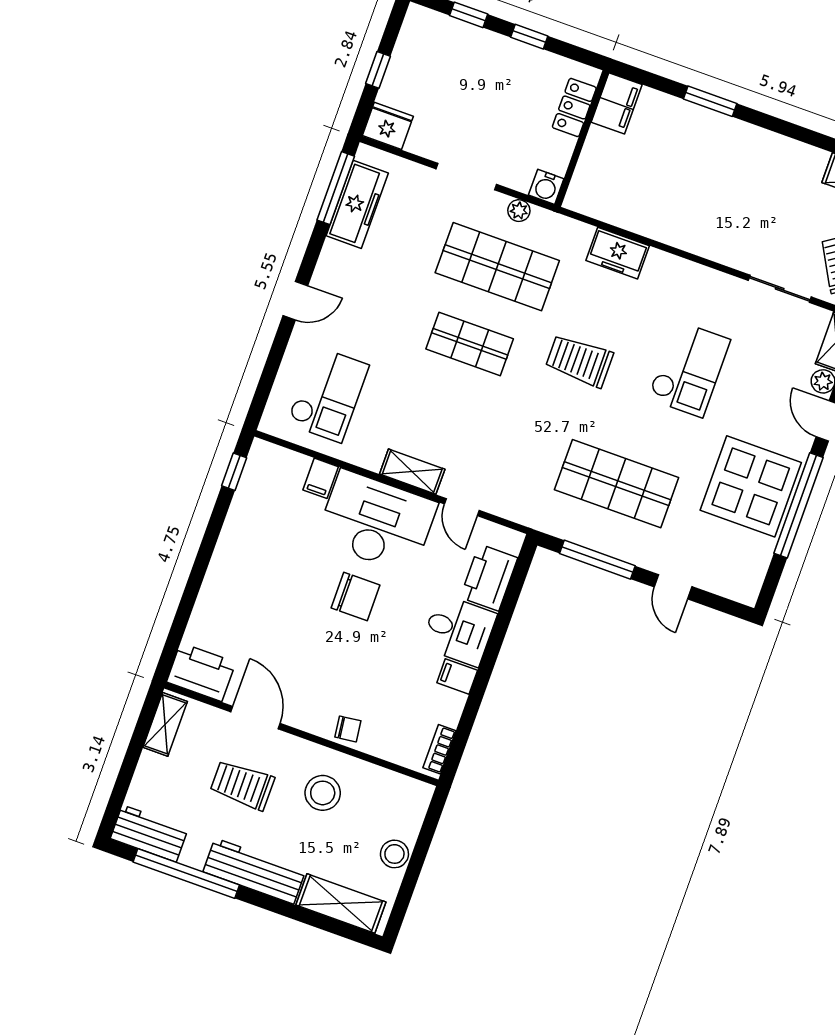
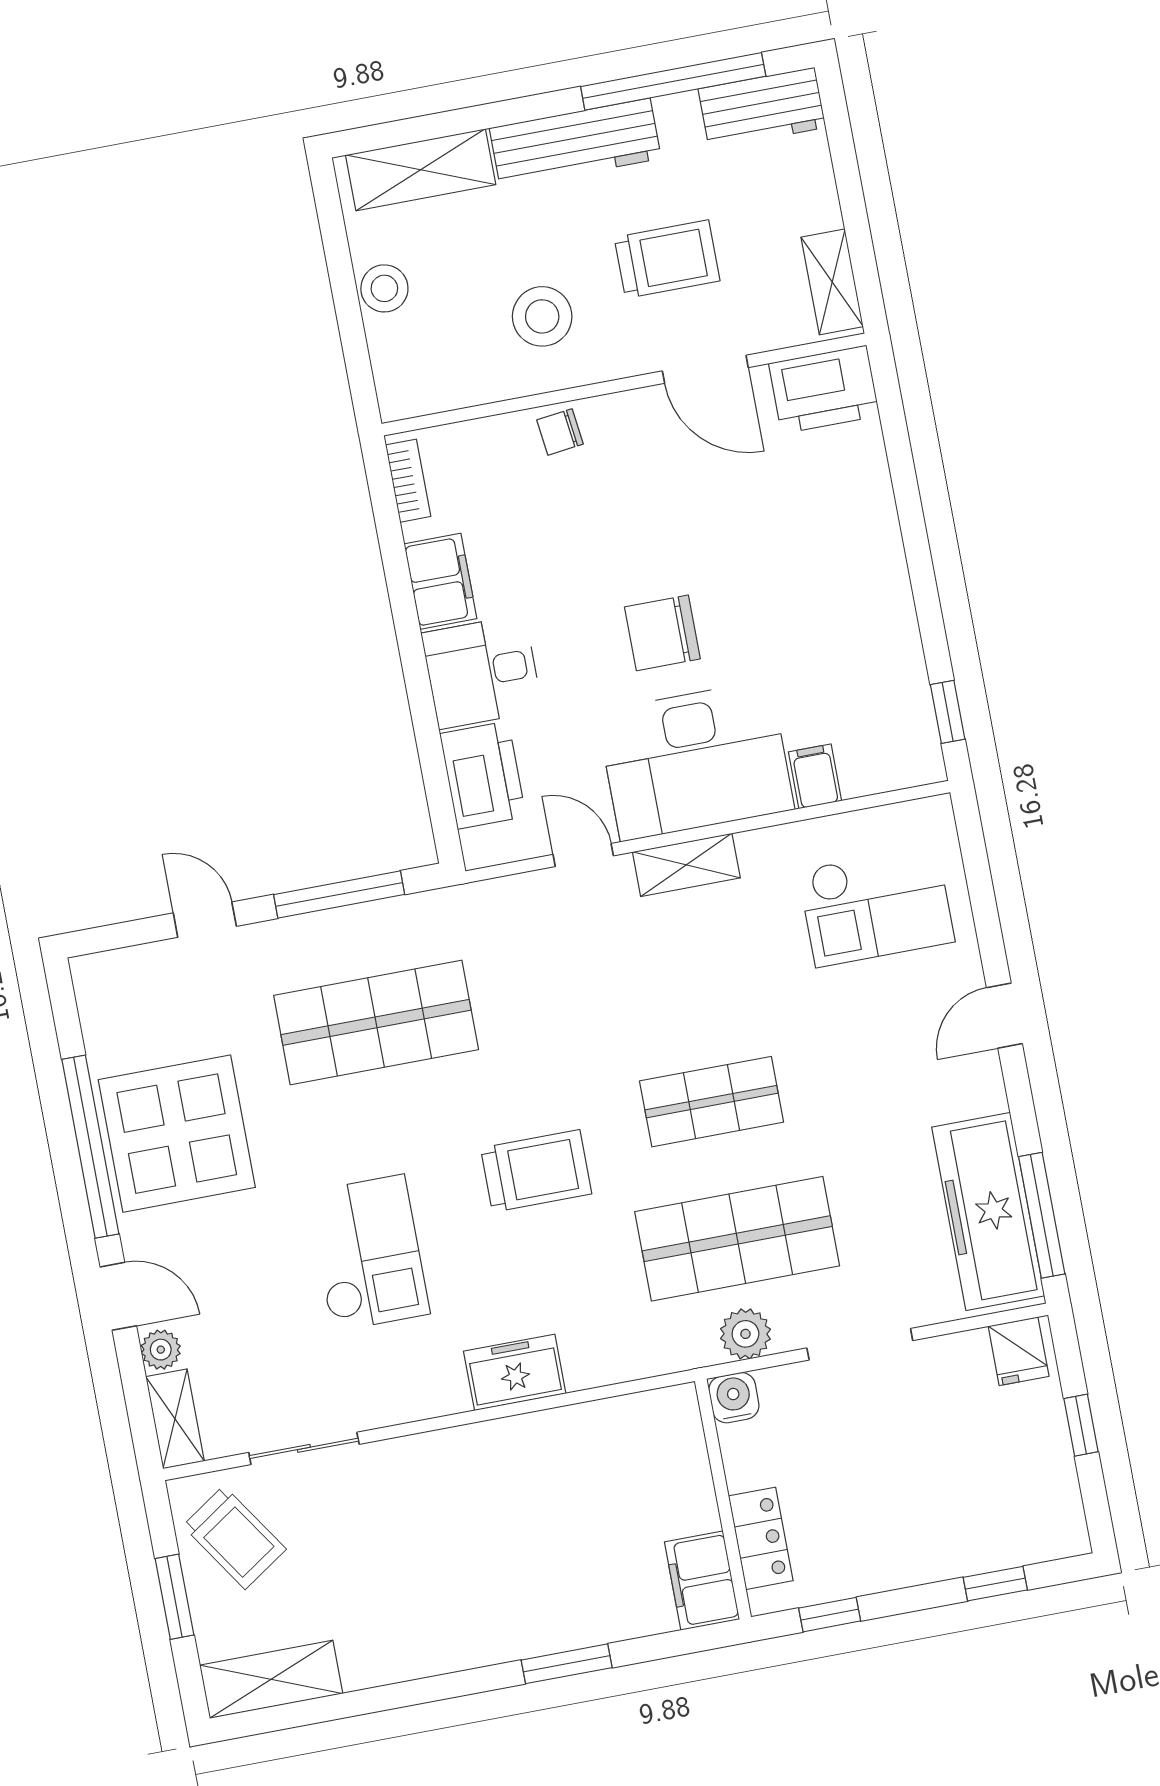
window: (529, 37) -> (830, 1615), moved
fridge: (388, 126) -> (1019, 1351), width x0.72
freezer: (357, 204) -> (988, 1211), width x1.36, depth x1.26
plant: (519, 211) -> (745, 1334), width x1.38, depth x1.38
freezer: (618, 253) -> (515, 1372), moved
checkout: (689, 369) -> (368, 1253), turned 180
checkout: (328, 394) -> (876, 906), turned -90
filing cabinet: (457, 677) -> (440, 581), width x2.00

